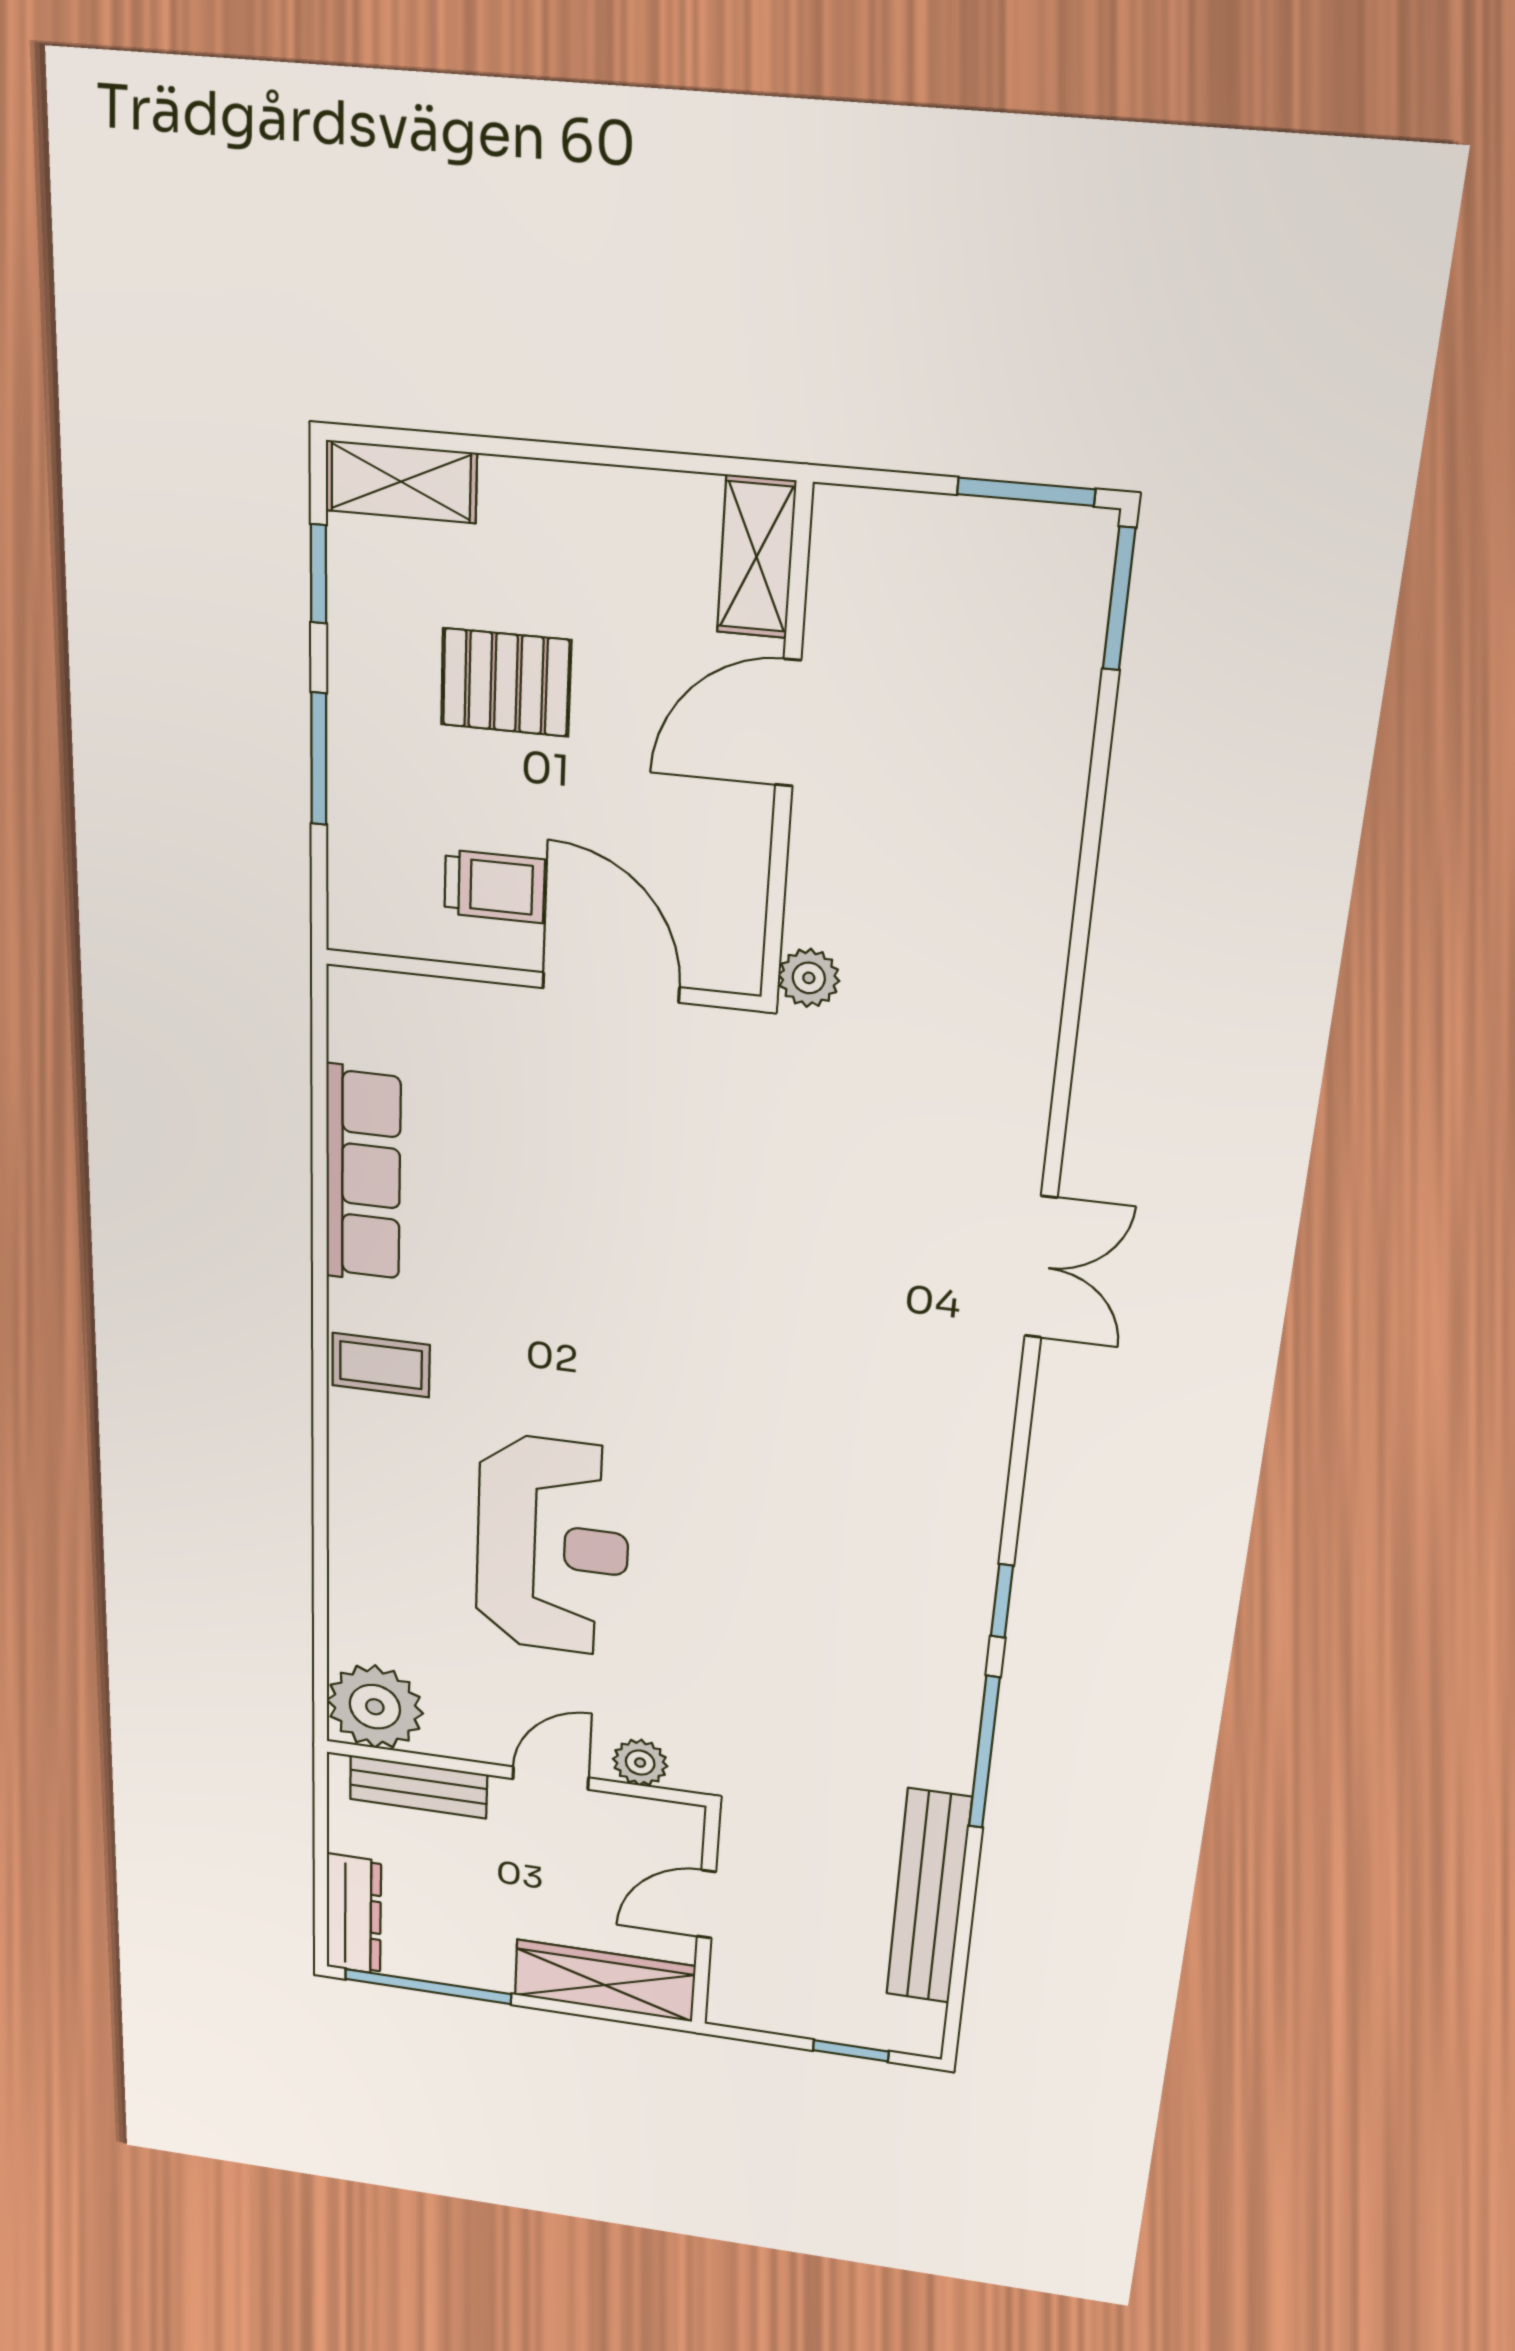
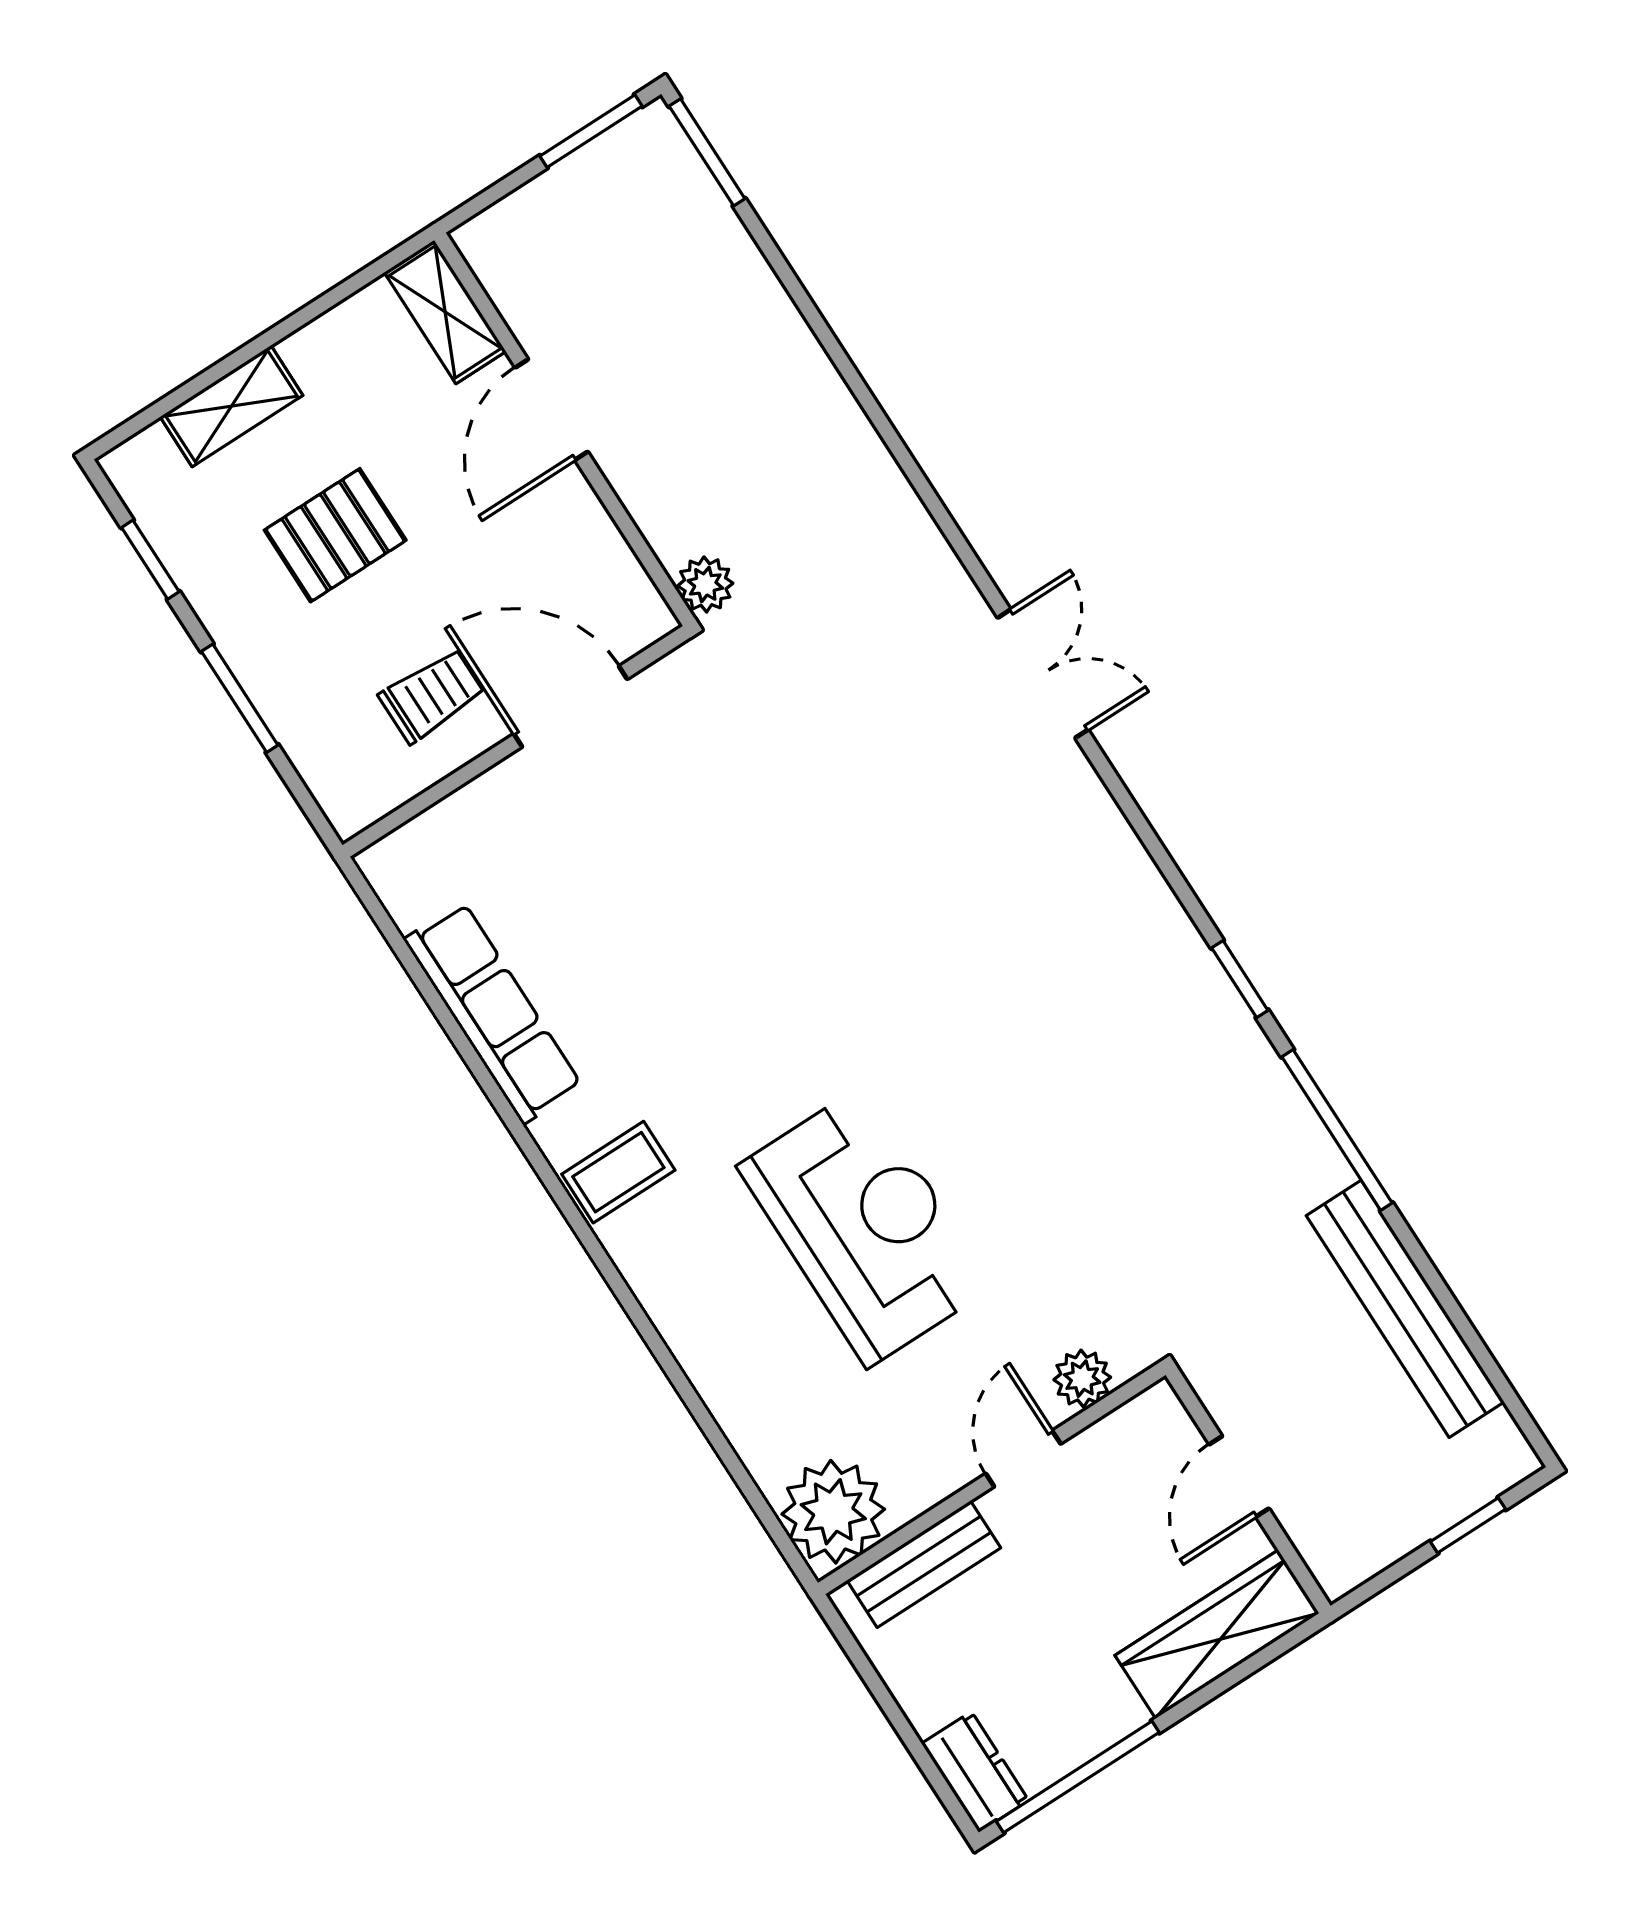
shelving: (401, 482) -> (231, 406), moved
dresser: (354, 1914) -> (975, 1772), width x0.70

